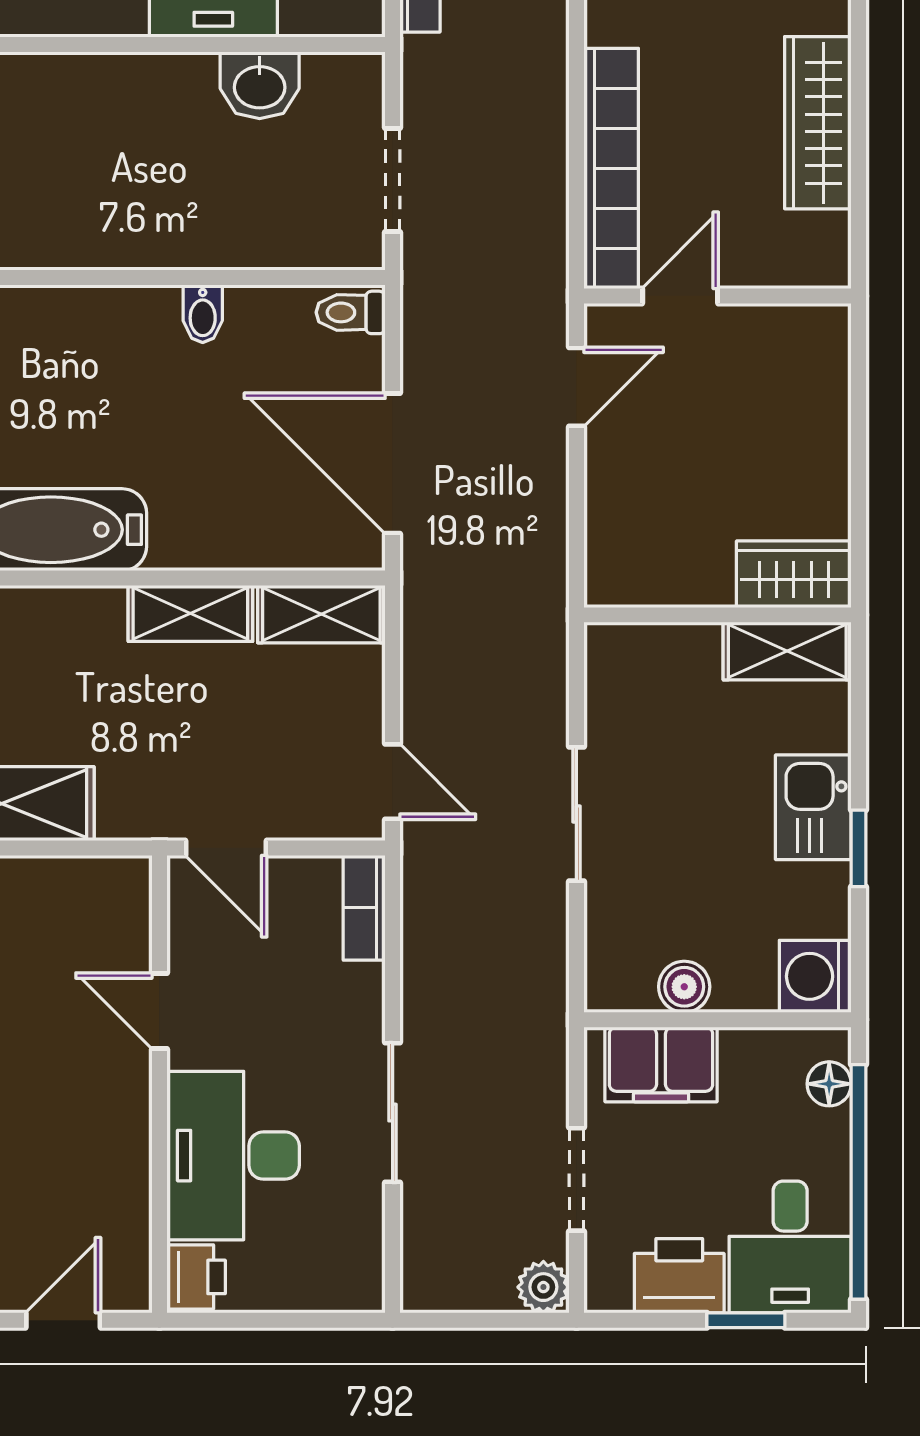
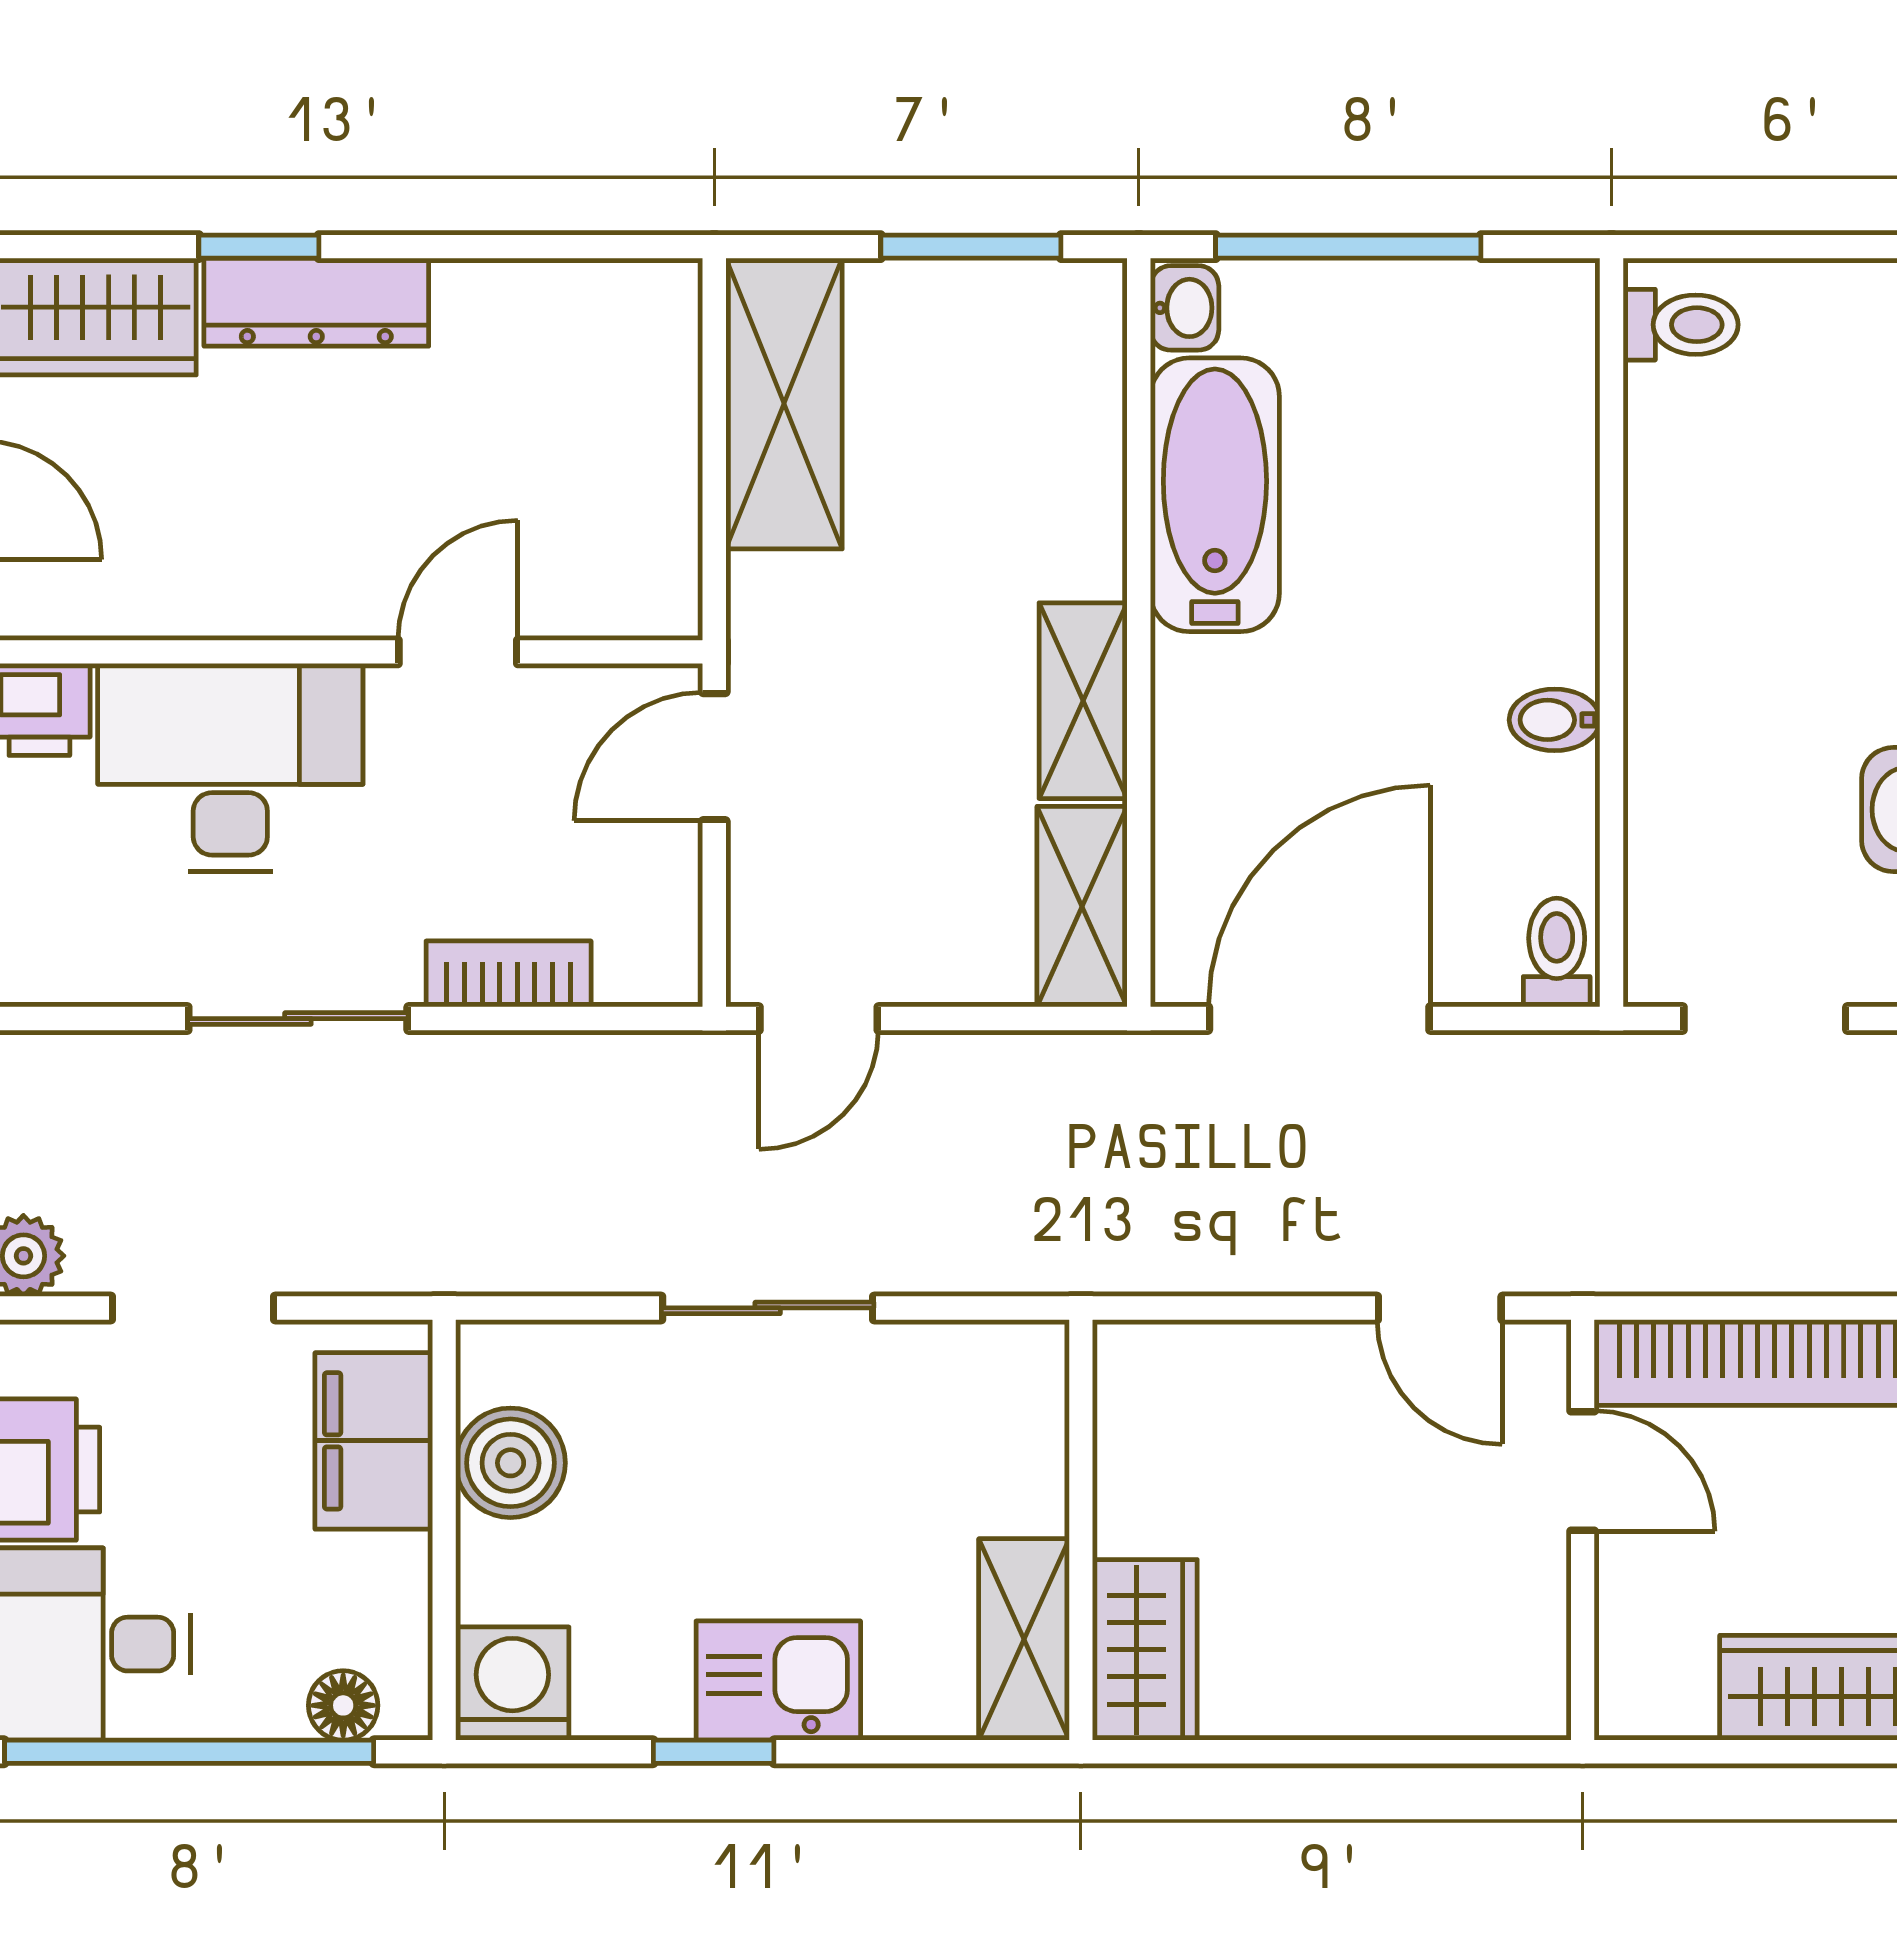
bookcase: (364, 908) -> (509, 974), moved
boiler: (684, 987) -> (511, 1463), width x1.36, depth x1.36

